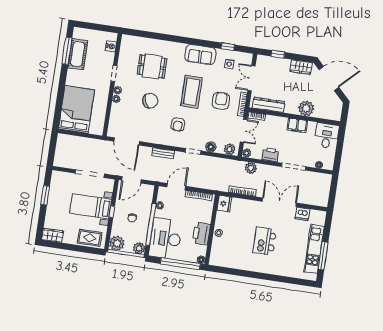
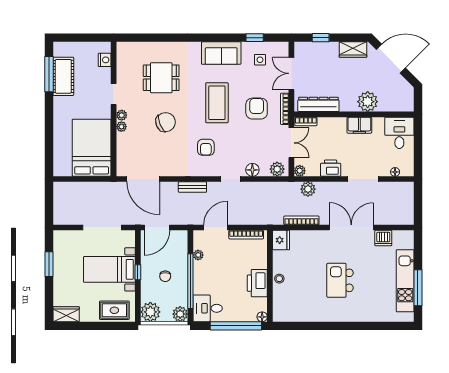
bed: (76, 109) -> (92, 148), moved
desk: (165, 239) -> (208, 308), width x0.53, depth x0.77

